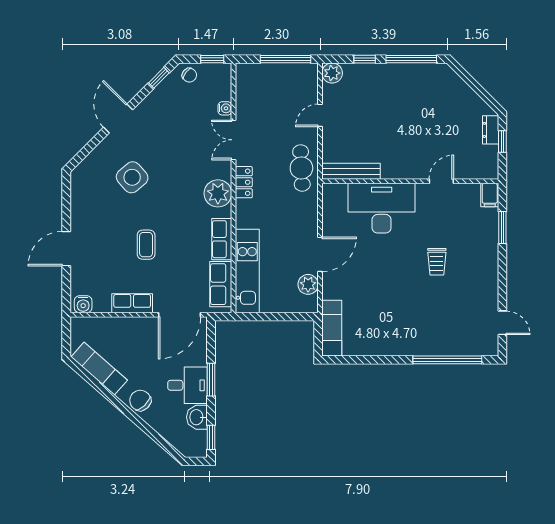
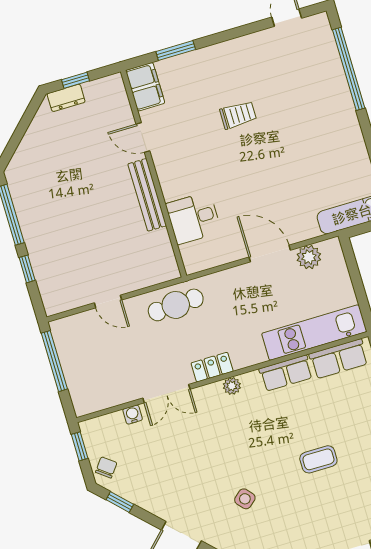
plant: (332, 73) -> (55, 302), removed
bench: (351, 171) -> (147, 195), moved
side table: (132, 177) -> (245, 499), width x0.54, depth x0.54
plant: (218, 193) -> (232, 386), width x0.53, depth x0.53
filing cabinet: (490, 195) -> (145, 87), width x2.00
desk: (382, 208) -> (193, 218), width x0.53, depth x0.77

